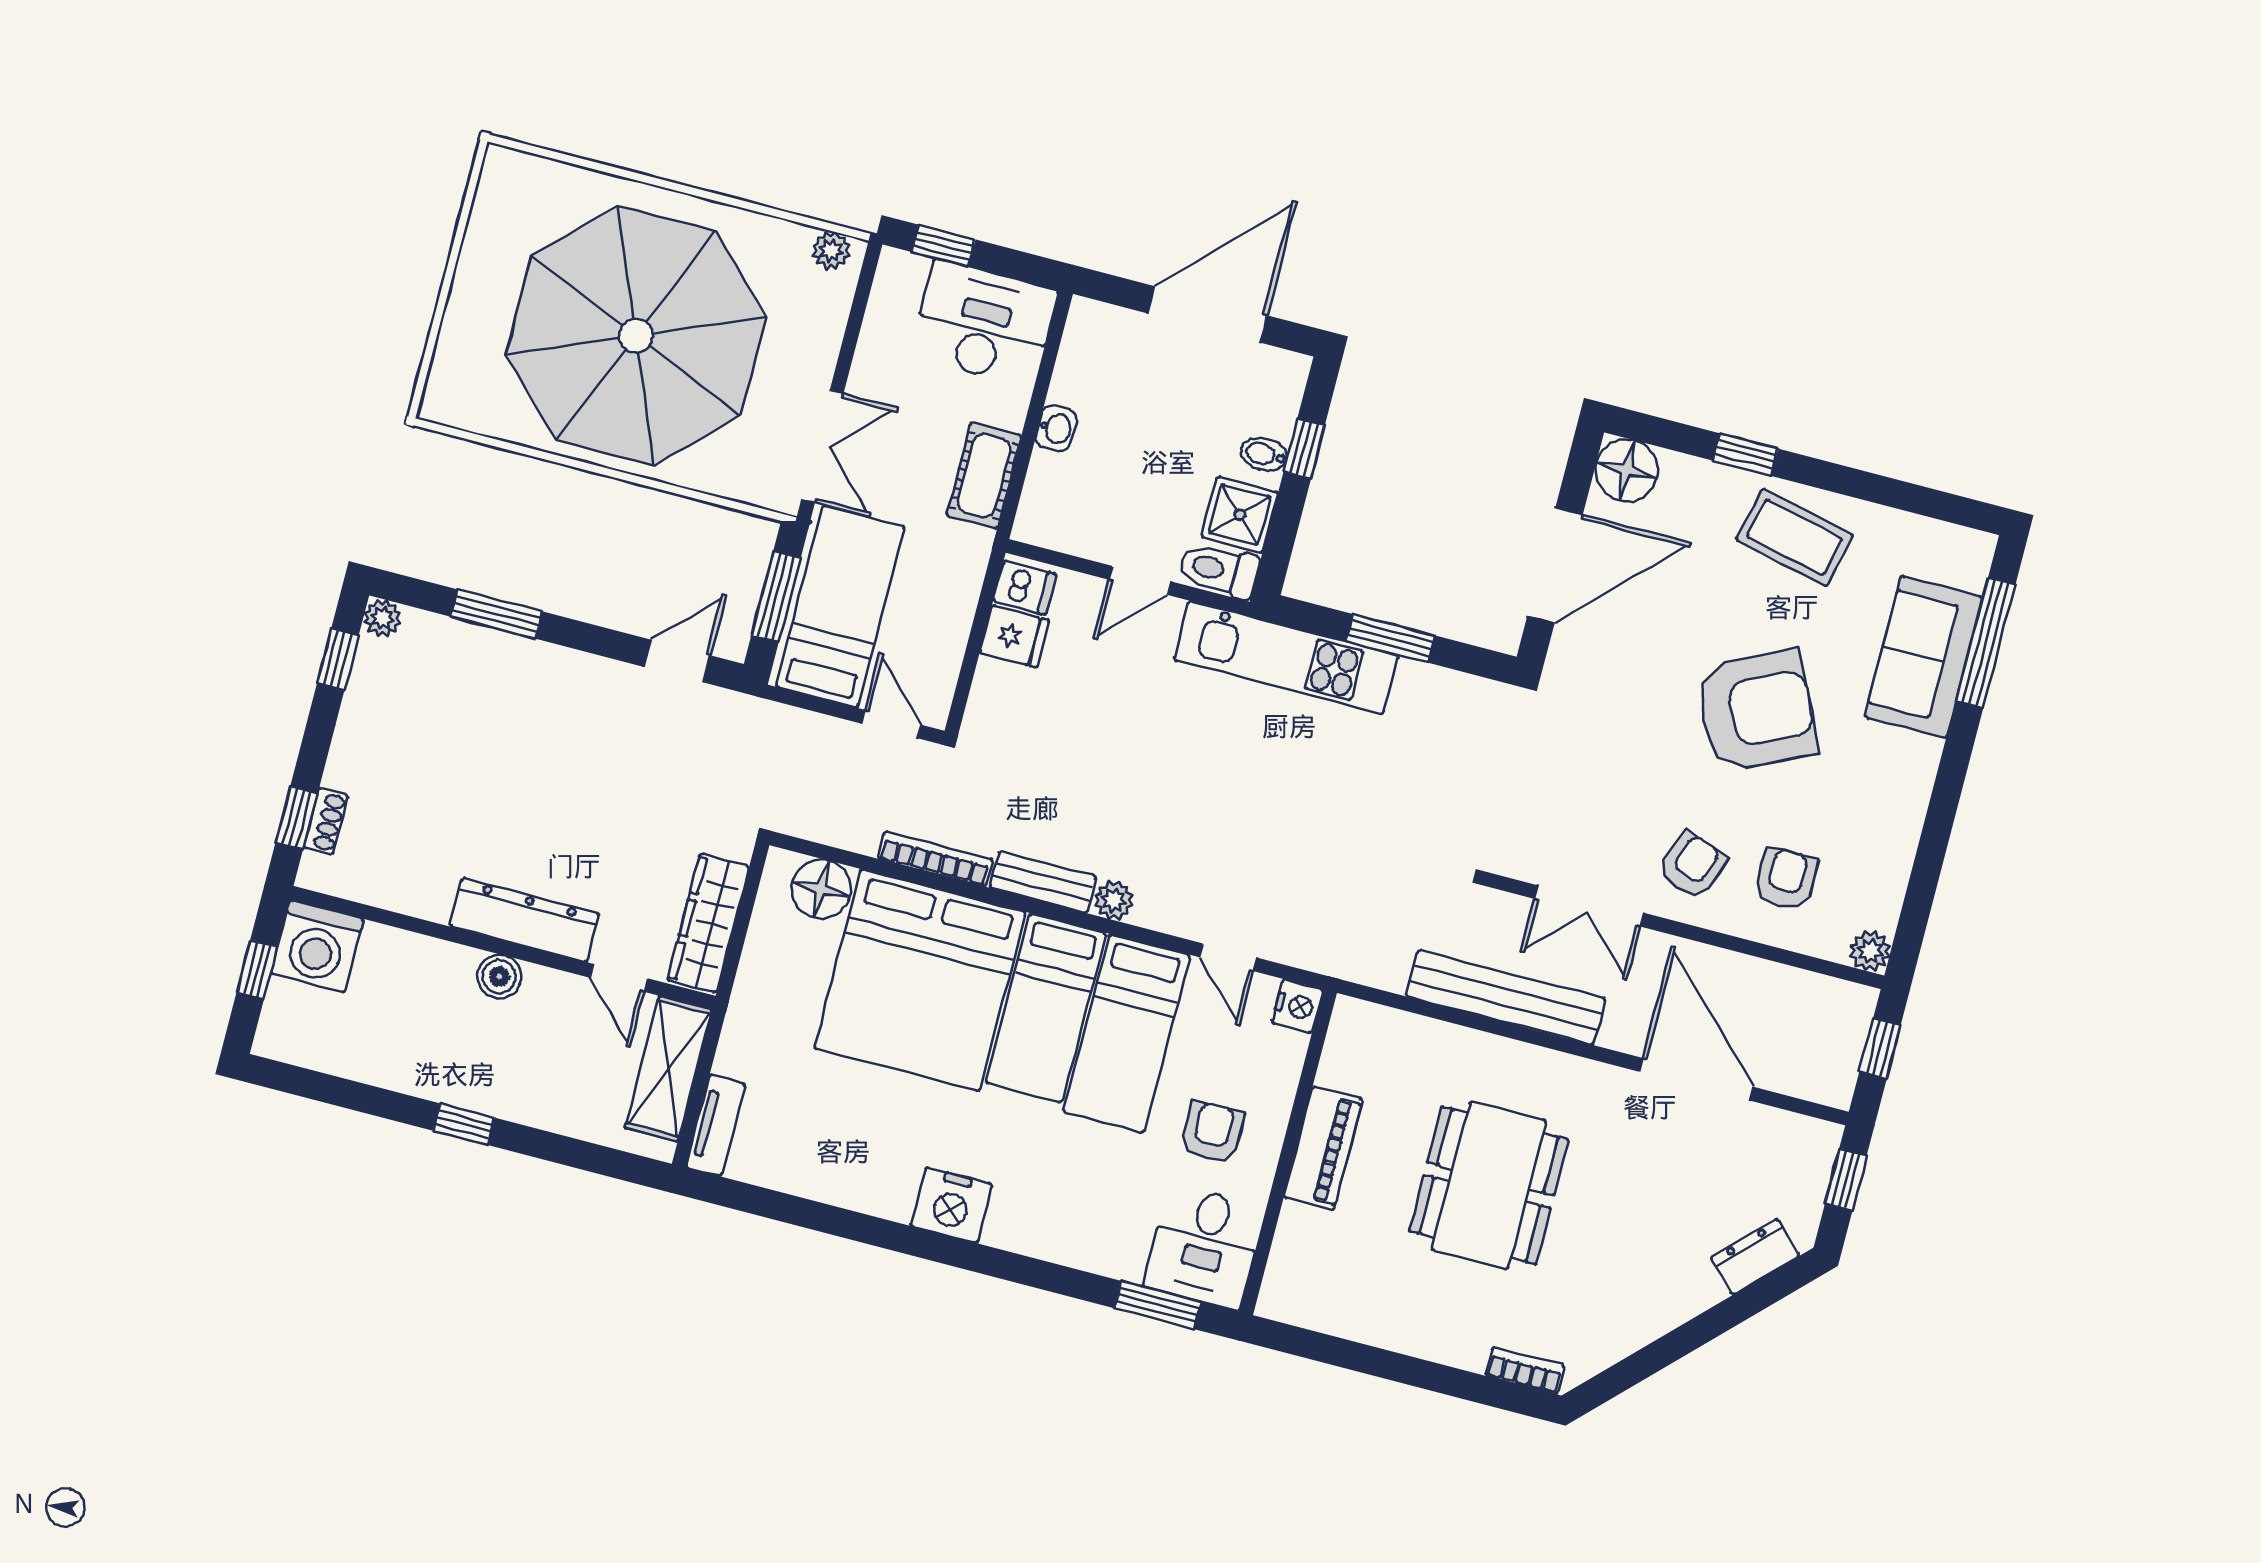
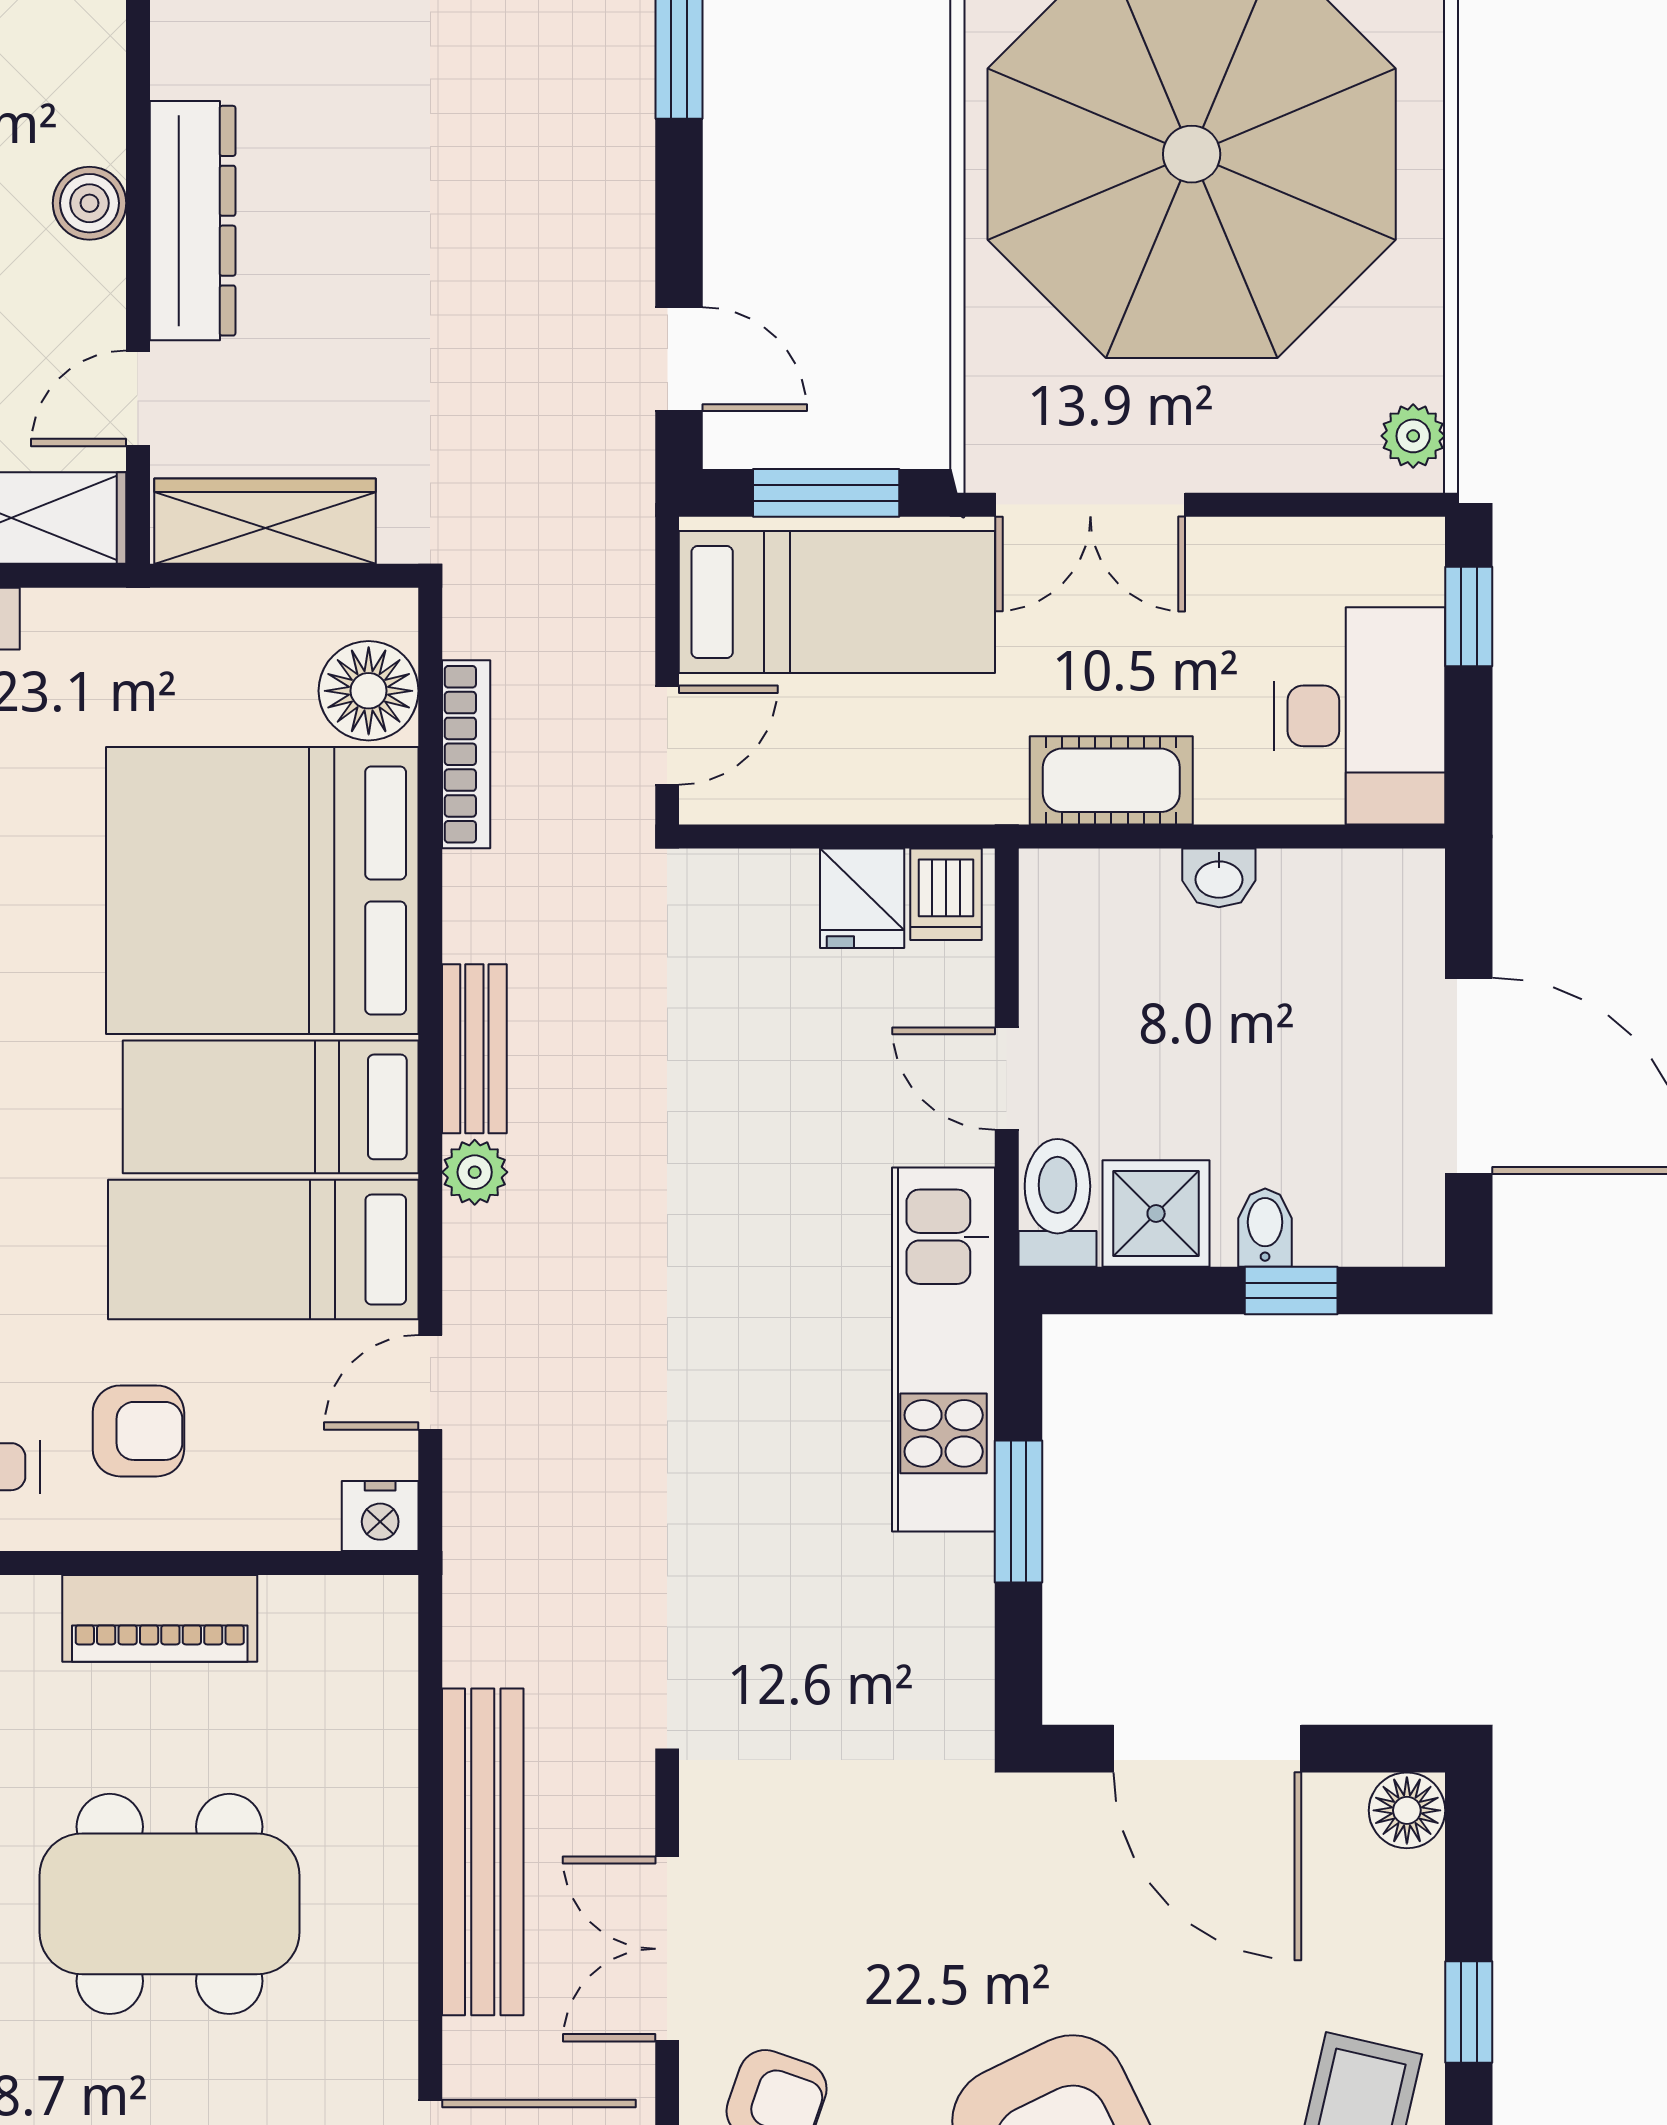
floor lamp: (1626, 470) -> (1407, 1810), width x0.73, depth x0.73
bookcase: (935, 859) -> (466, 754), moved

